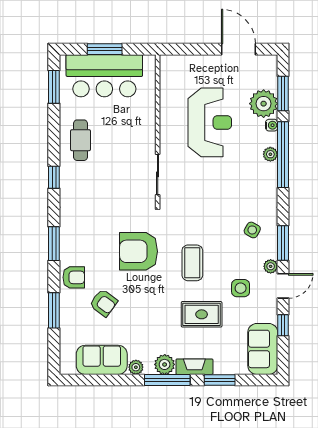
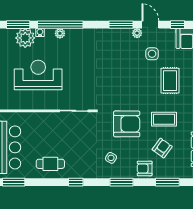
side table: (252, 230) -> (111, 158), moved
armchair: (139, 251) -> (127, 124), turned -90
coffee table: (192, 263) -> (164, 119), moved
armchair: (74, 277) -> (145, 168), turned -90

